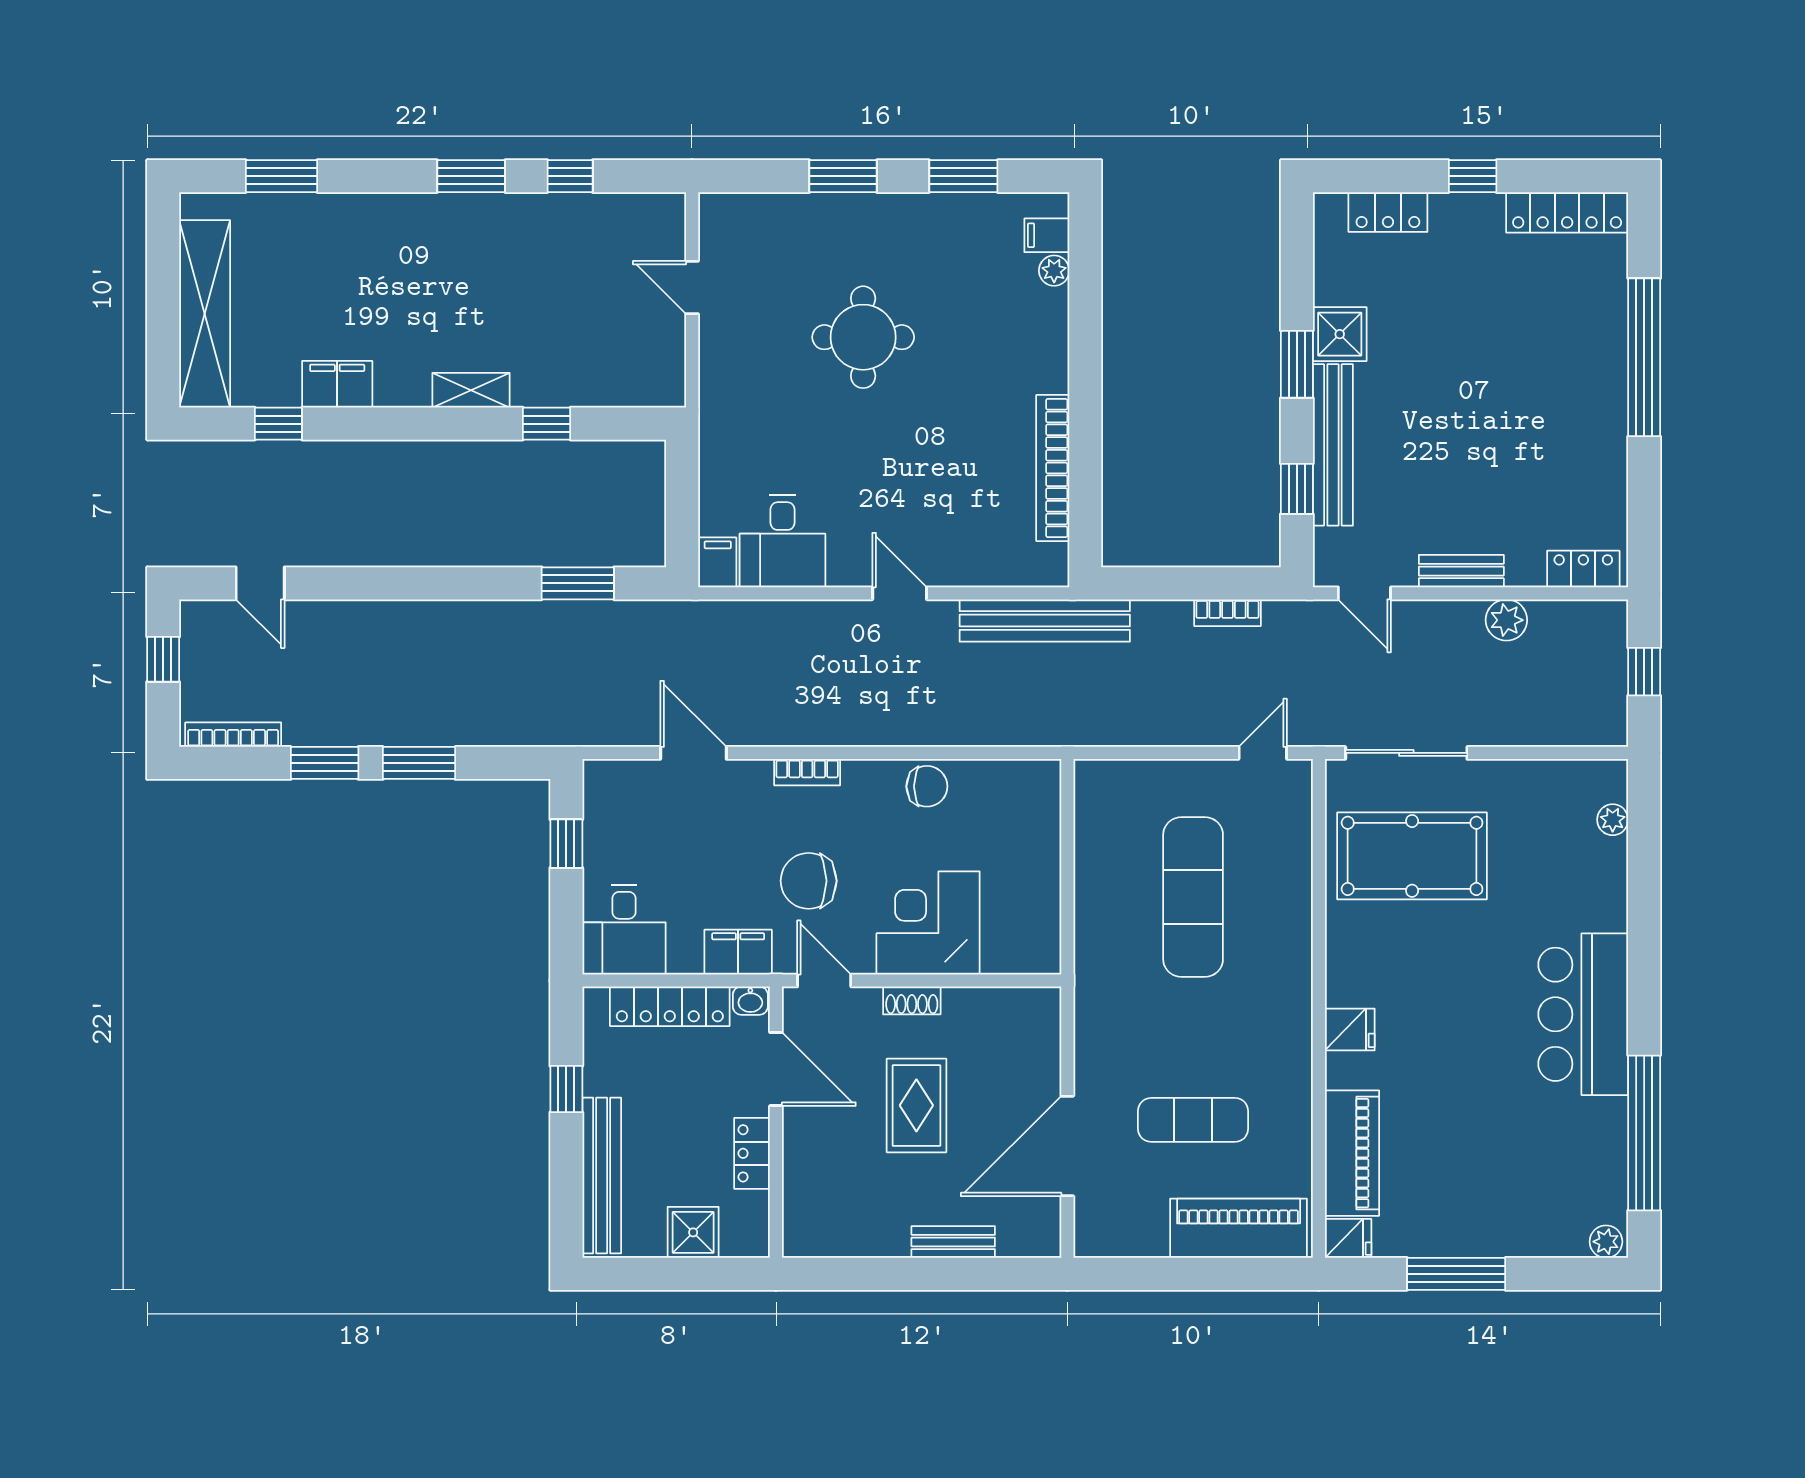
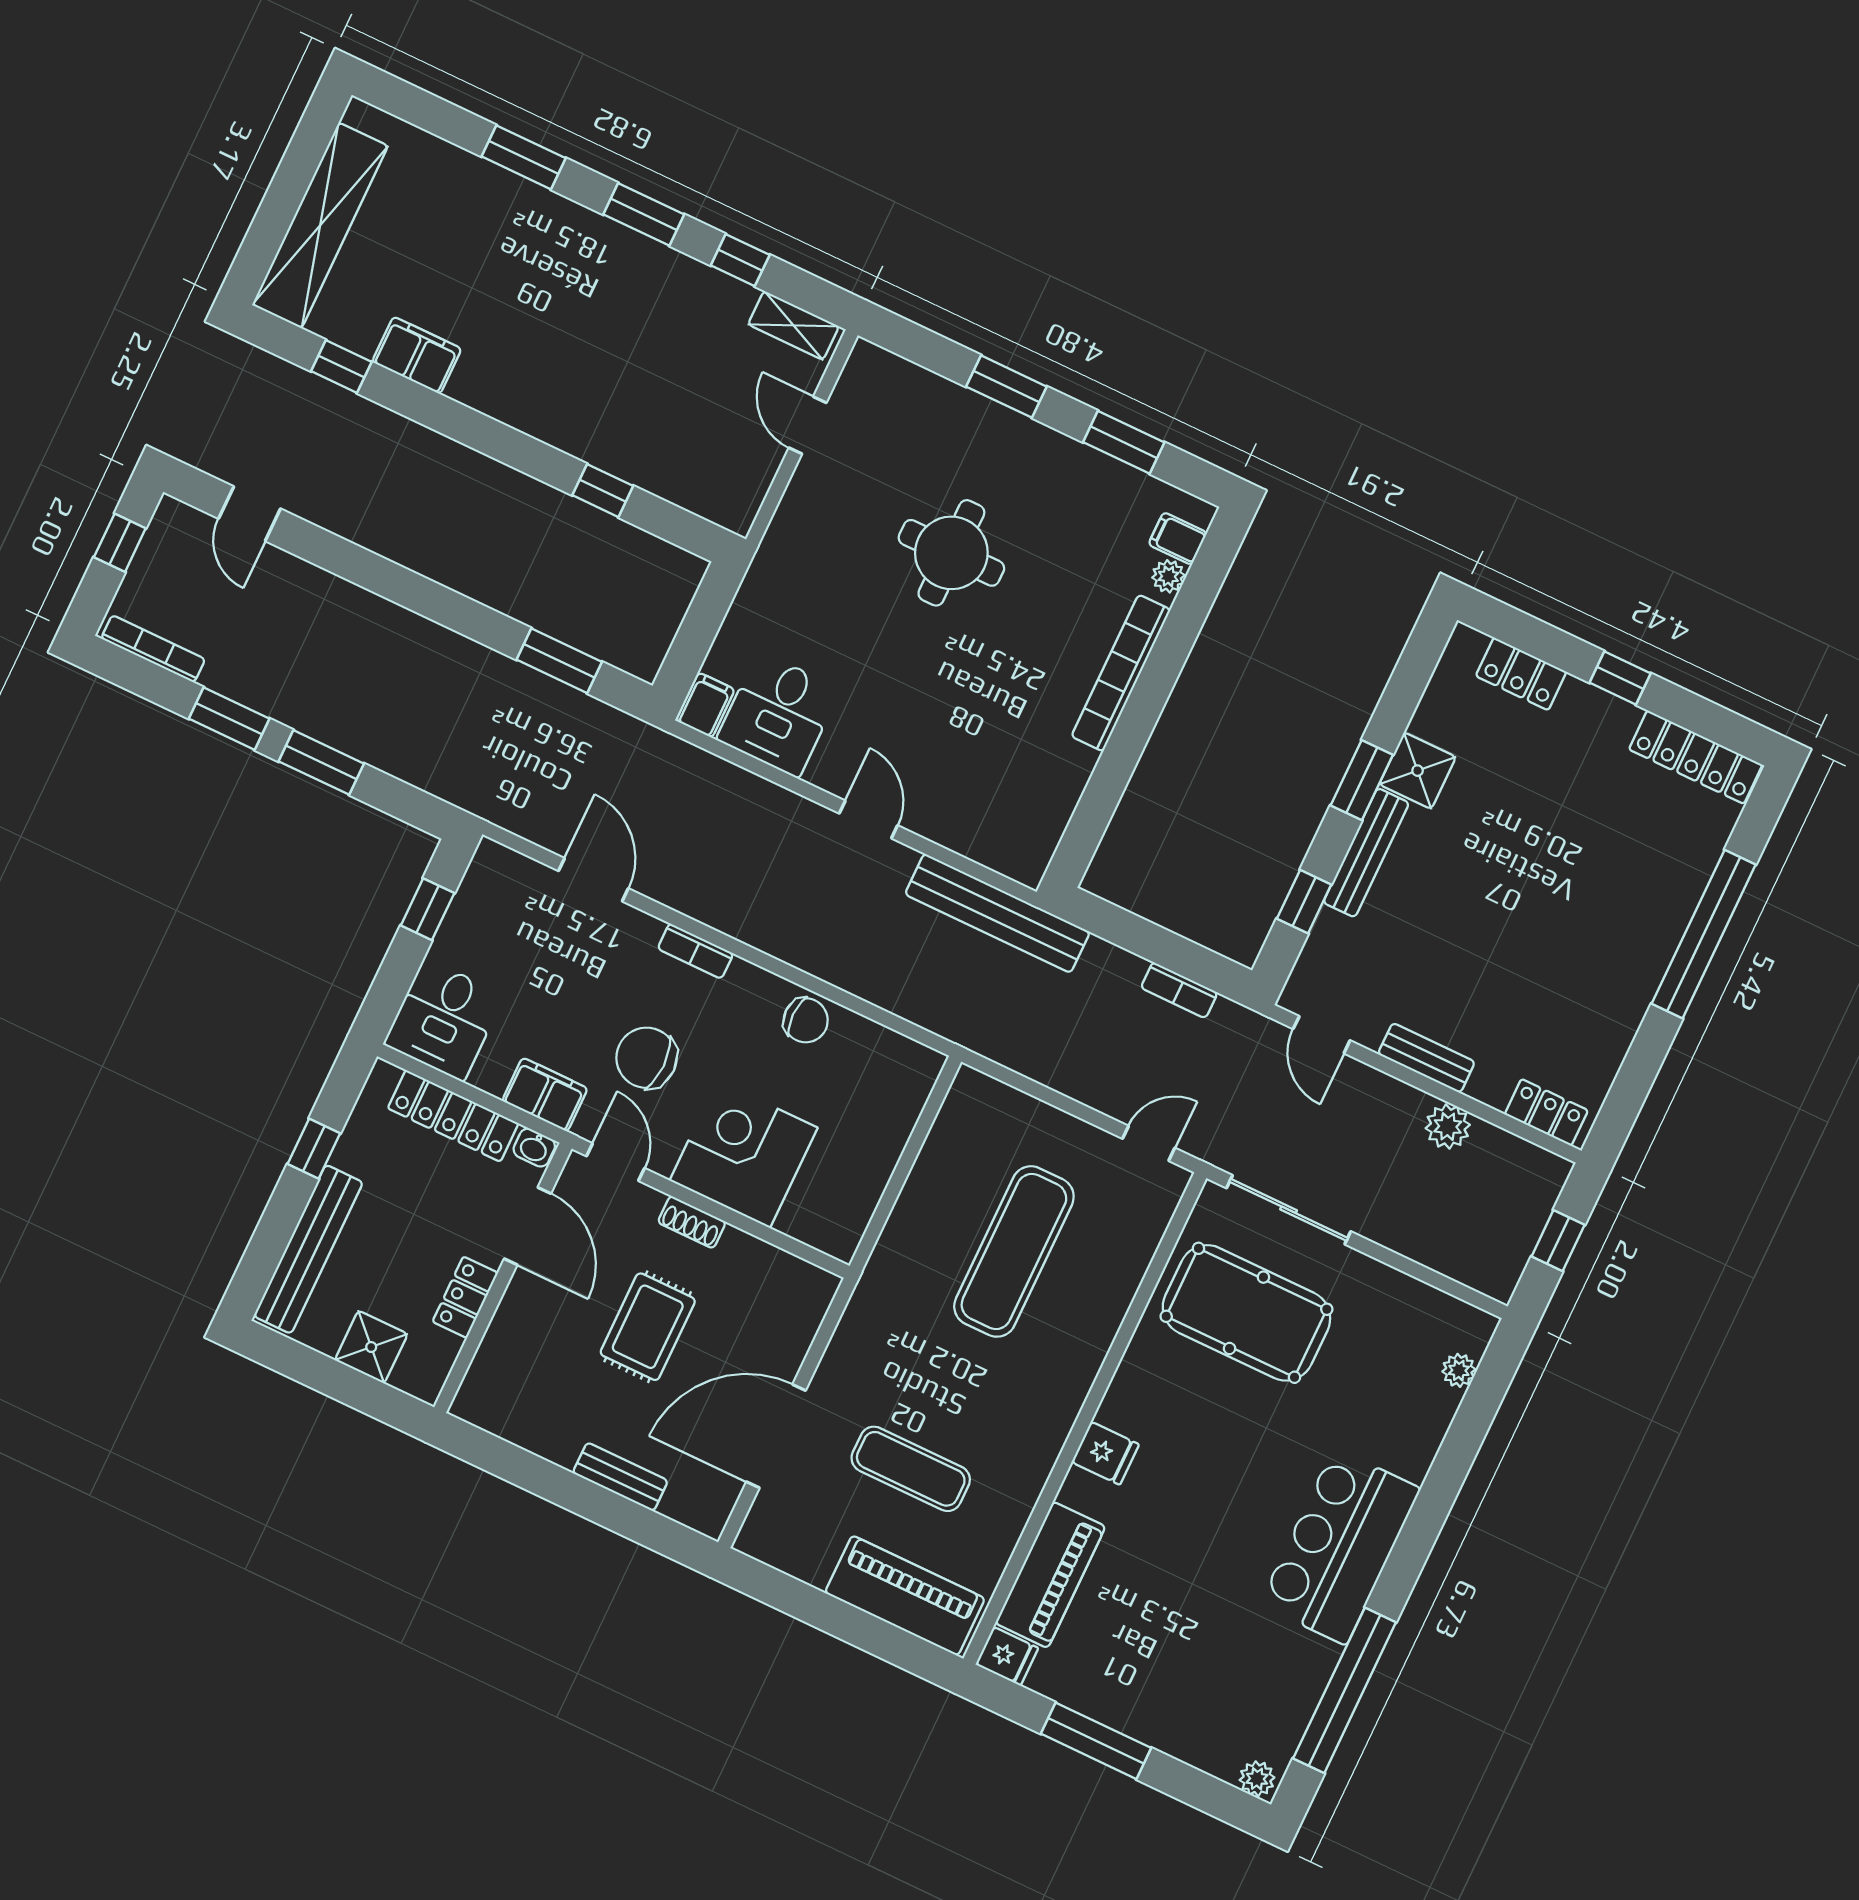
window: (282, 176) -> (524, 157), moved
shelving: (471, 390) -> (794, 325), moved
bench: (1333, 445) -> (1366, 853), width x0.73, depth x0.82
bookcase: (1053, 468) -> (1121, 673), moved

